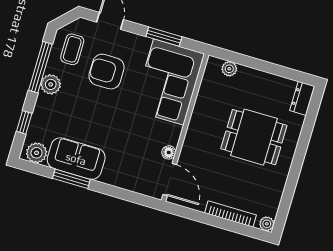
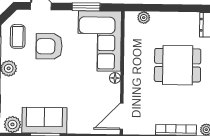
floor lamp: (169, 152) -> (115, 78), moved
door: (170, 180) -> (122, 116), swing flipped

